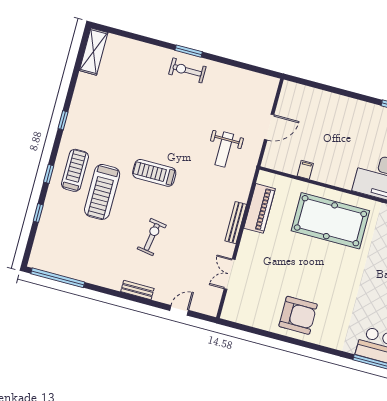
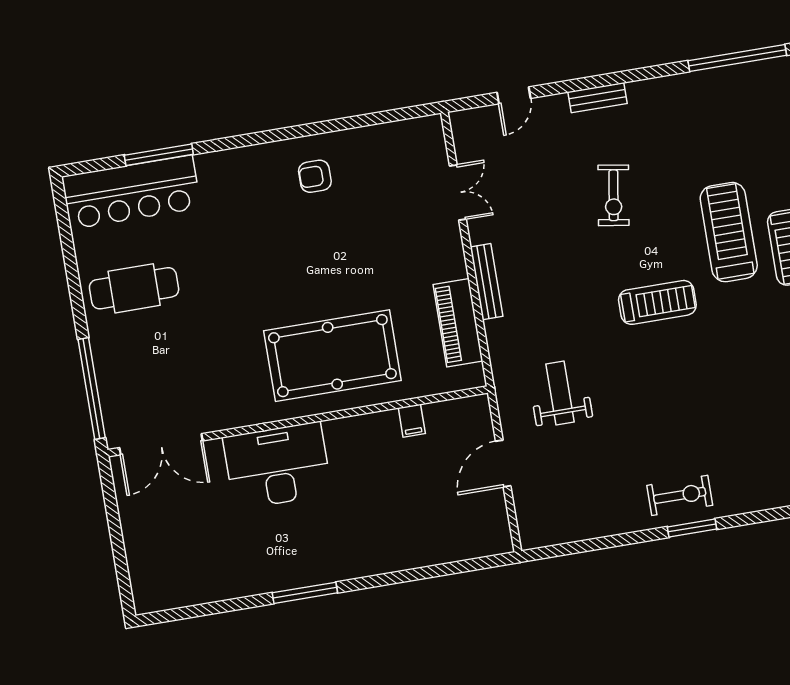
armchair: (298, 315) -> (315, 176), width x0.53, depth x0.53

